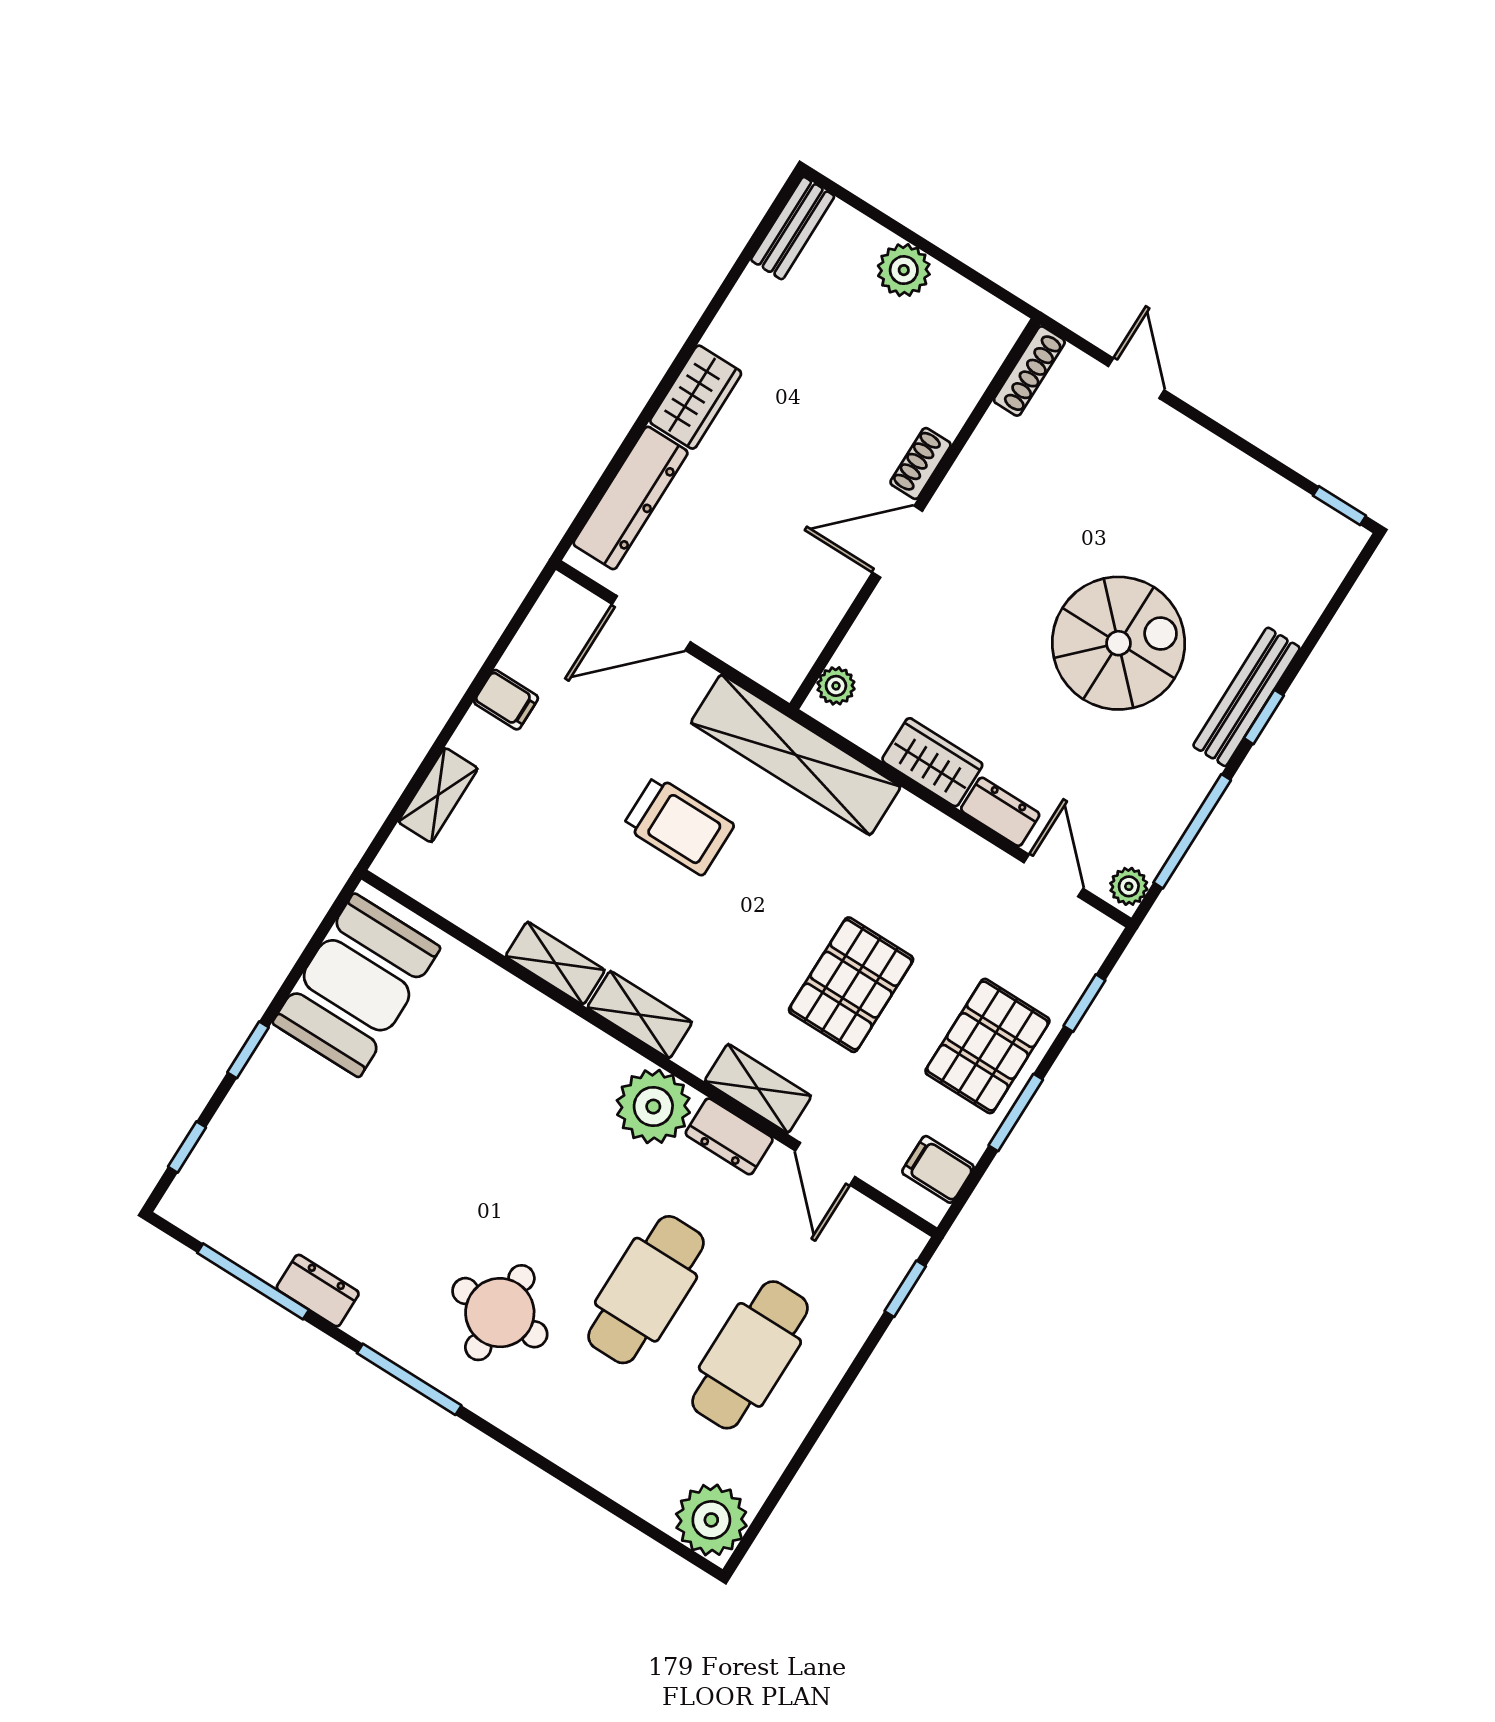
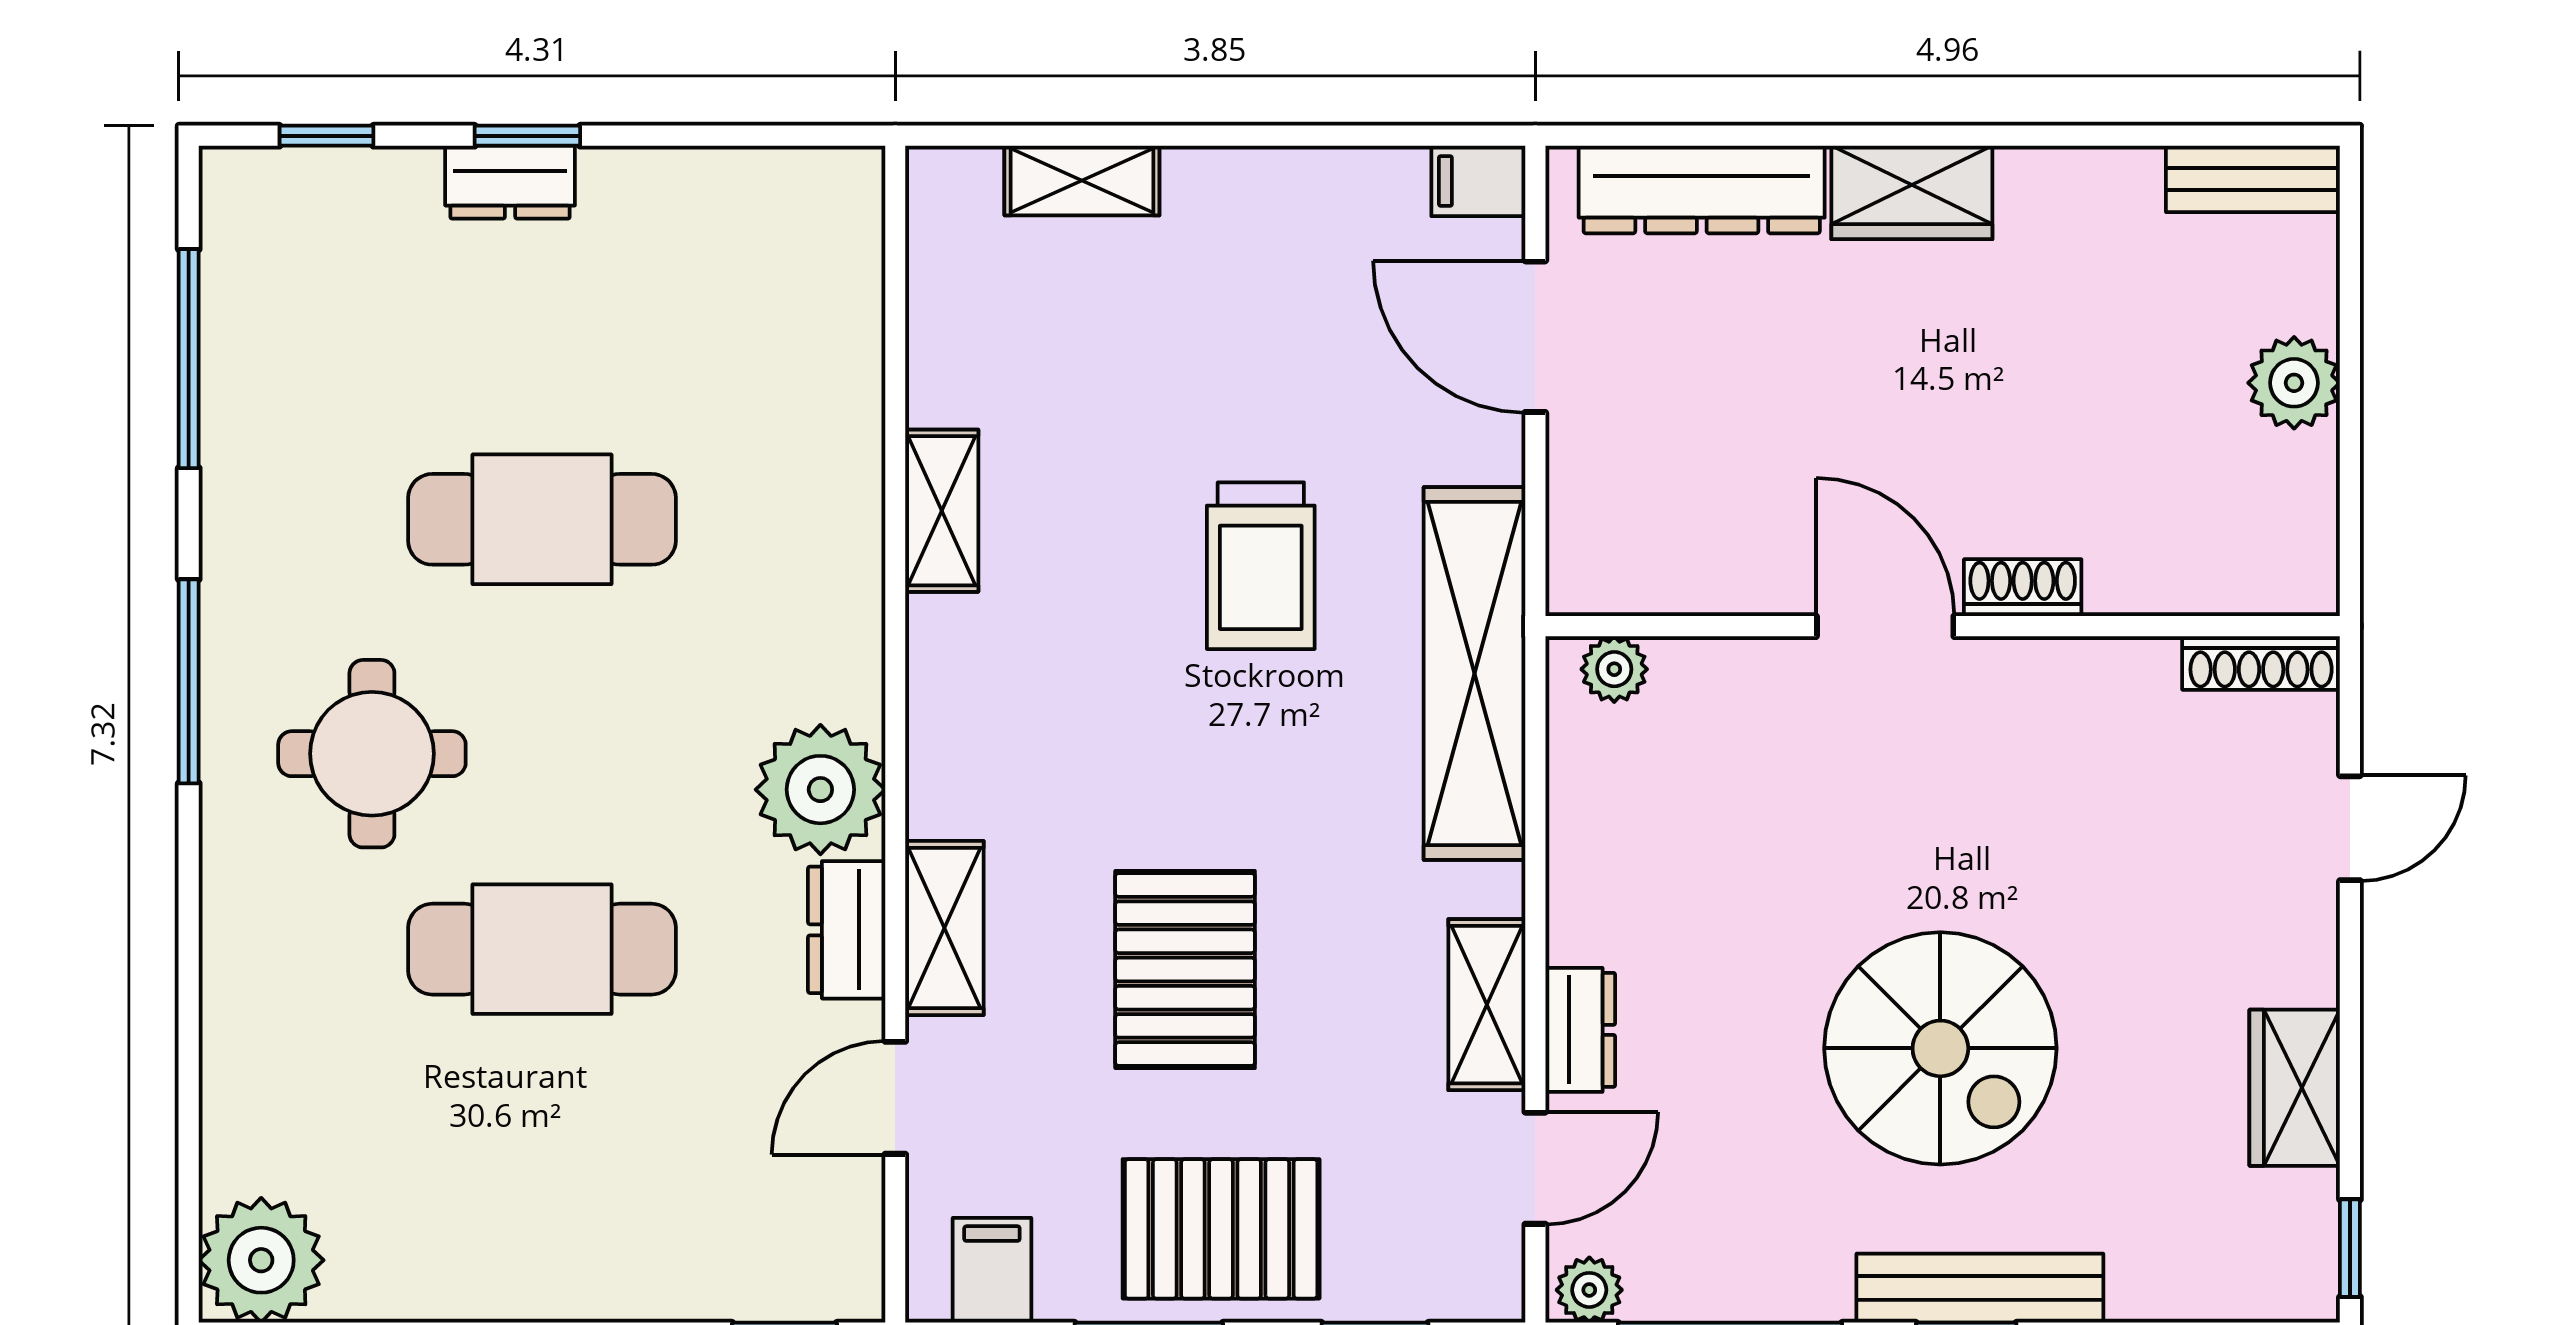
filing cabinet: (506, 700) -> (1478, 181), moved, turned 90
wardrobe: (932, 762) -> (2295, 1088), moved, turned 180
booth: (356, 985) -> (724, 237), removed
pallet: (851, 985) -> (1185, 970), turned 90
shelving: (640, 1015) -> (1487, 1005), moved
dresser: (318, 1291) -> (510, 182), moved, turned 90
cafe table: (750, 1355) -> (542, 519), moved

